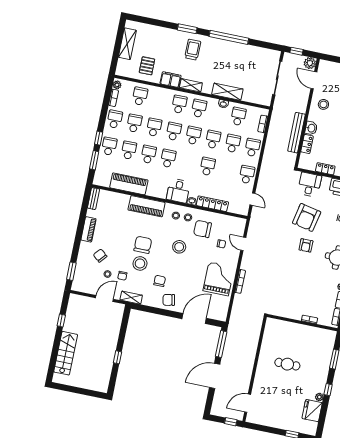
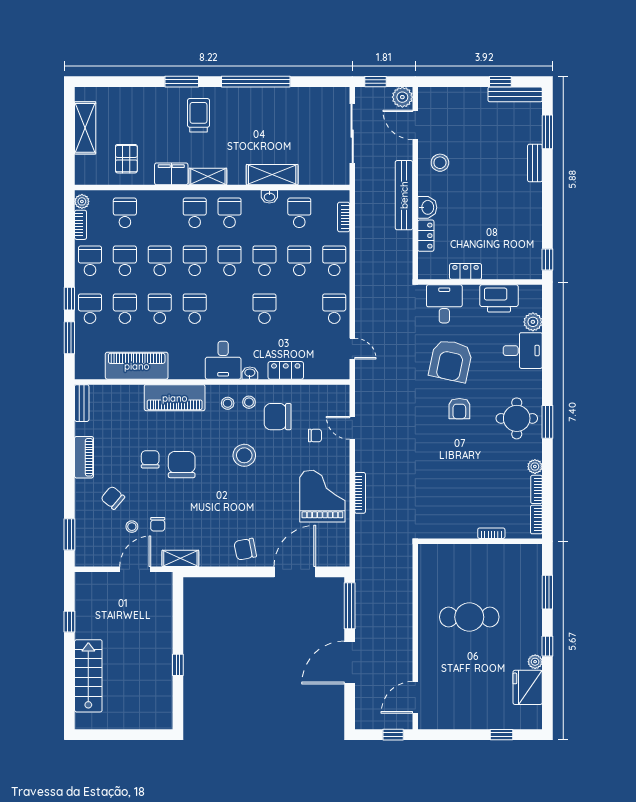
bench: (296, 133) -> (404, 195), moved
locker: (212, 204) -> (286, 370), width x0.66
stool: (140, 263) -> (183, 497), removed
chair: (160, 281) -> (150, 459), moved
cafe table: (287, 364) -> (469, 617), width x1.37, depth x1.35

